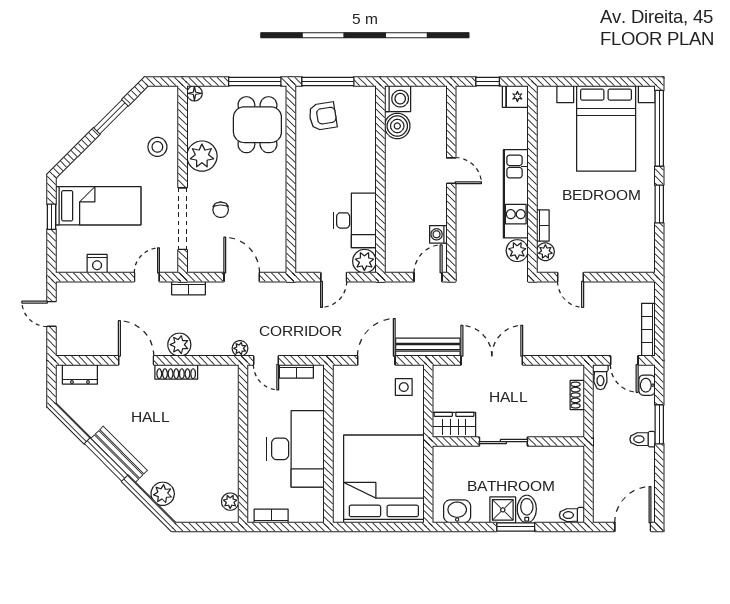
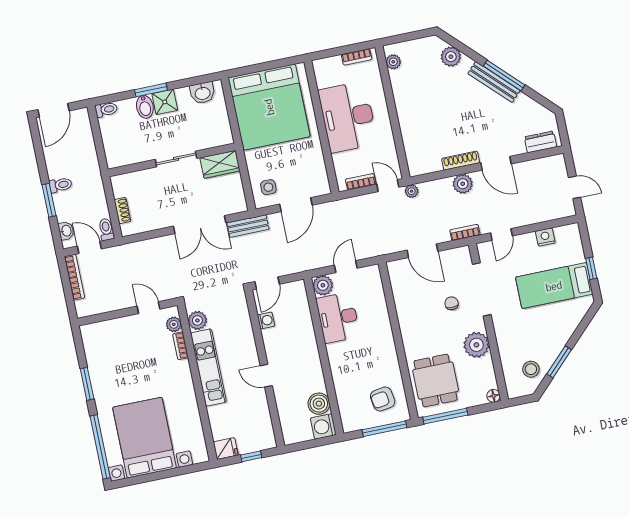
stool: (157, 147) -> (531, 369), moved
bench: (428, 347) -> (248, 226), width x0.73

